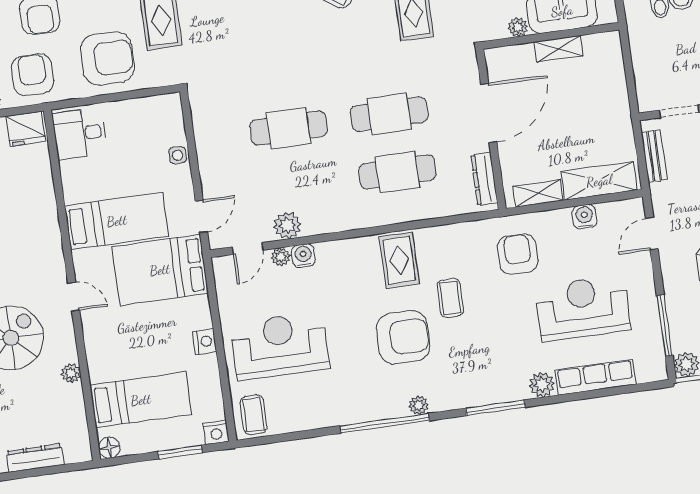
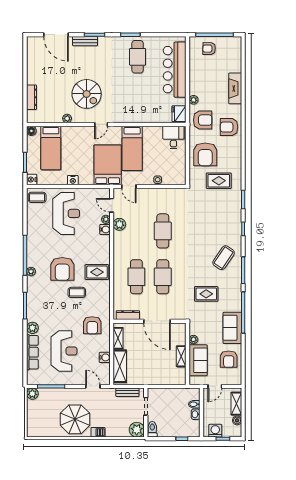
armchair: (518, 254) -> (92, 325), turned 90

